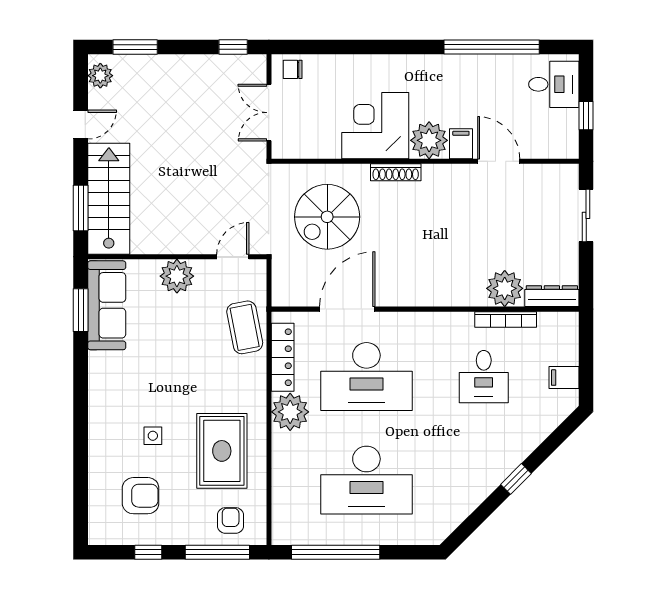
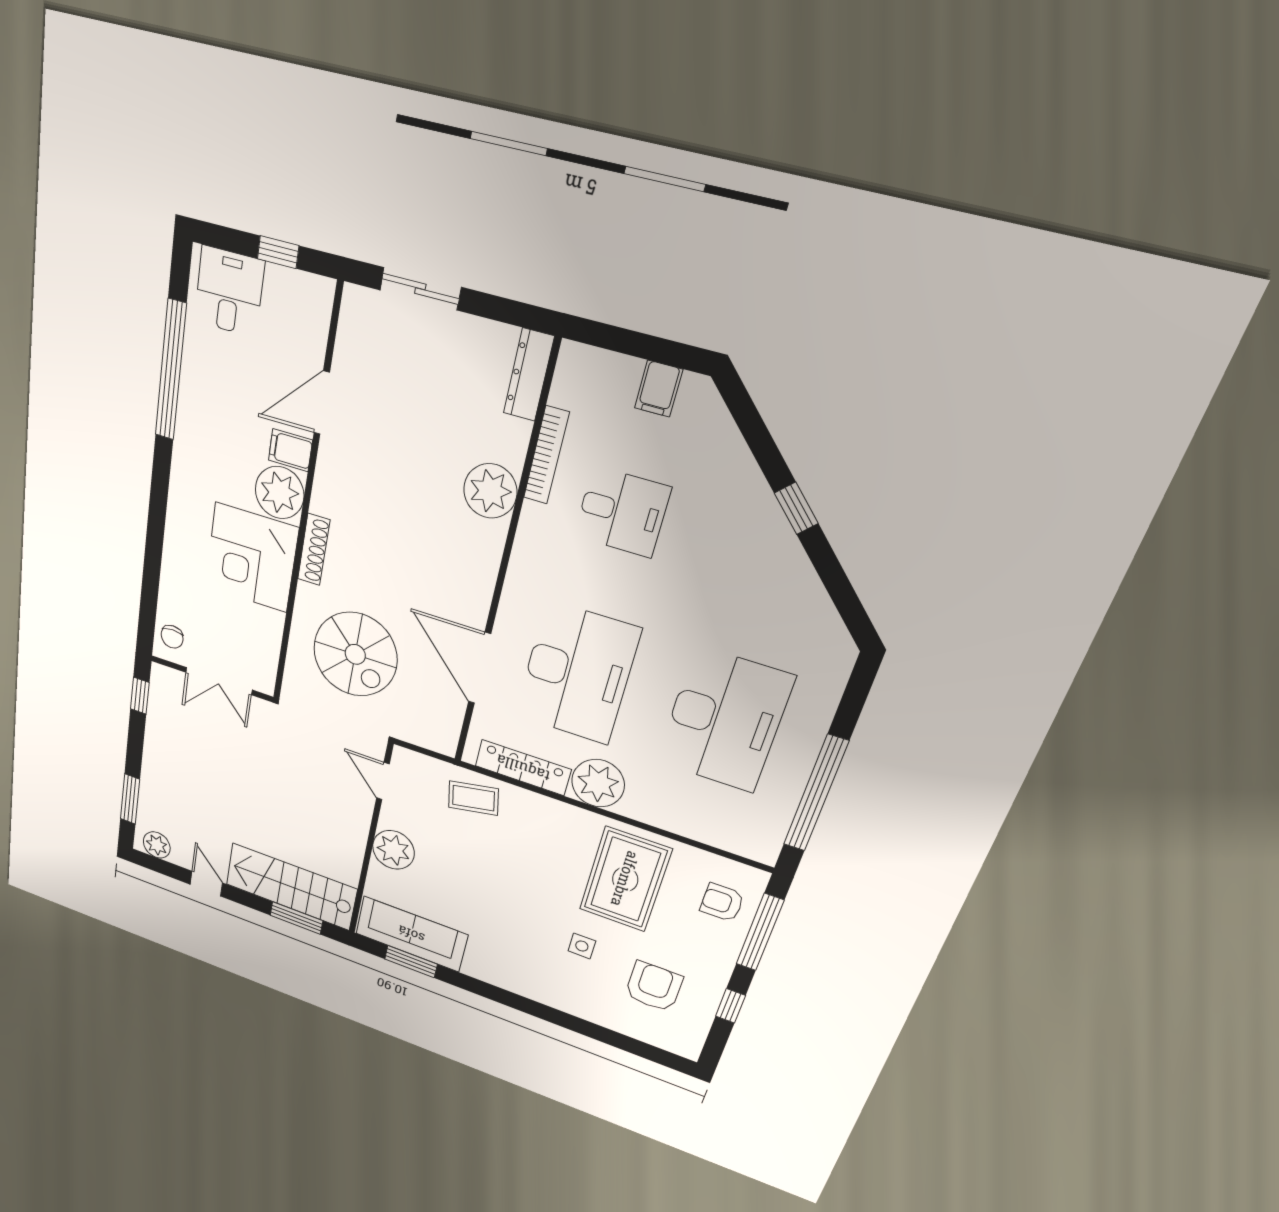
plant: (505, 288) -> (490, 491), moved
coffee table: (245, 327) -> (473, 798), width x0.73, depth x0.77
rug: (222, 451) -> (625, 879), turned 90

